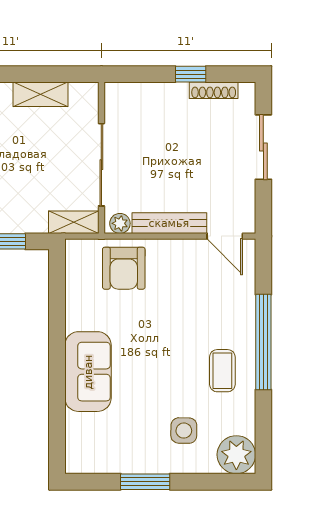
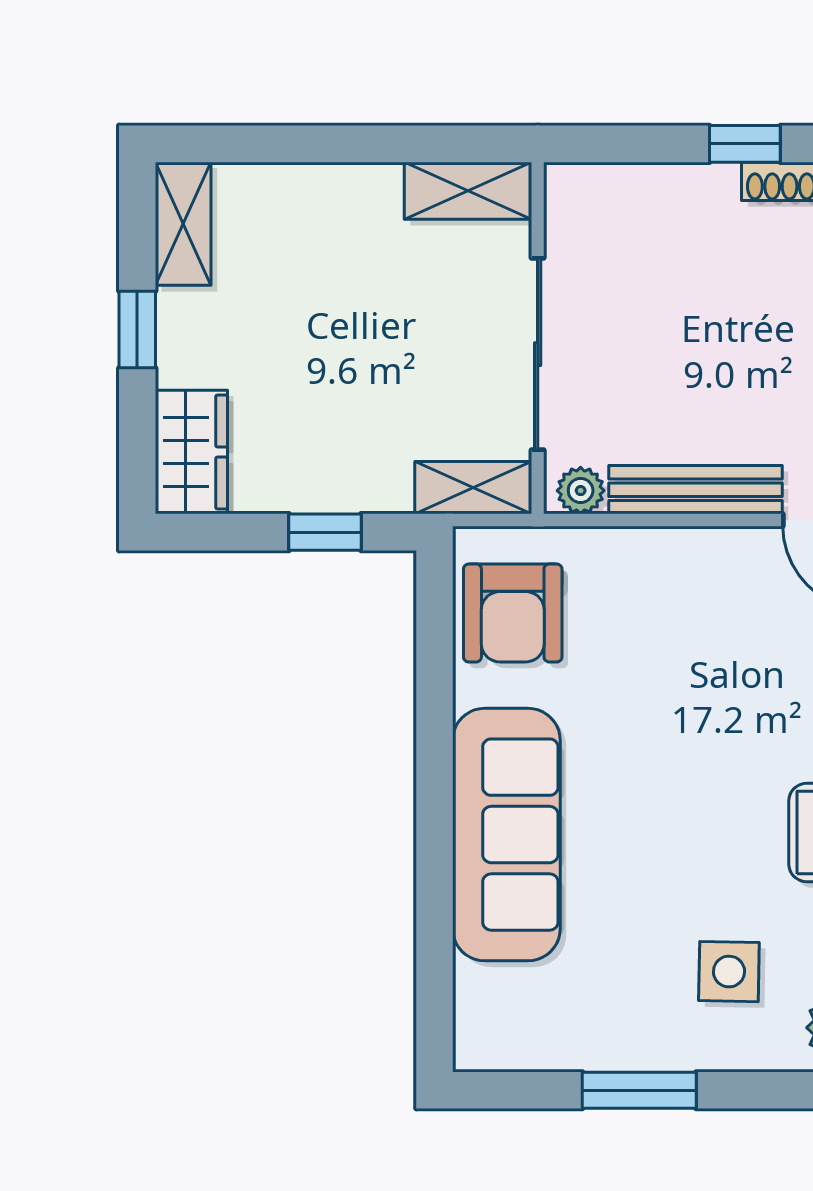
shelving: (41, 94) -> (468, 191), moved
armchair: (124, 268) -> (513, 613), moved
sofa: (88, 372) -> (506, 835), width x1.36

